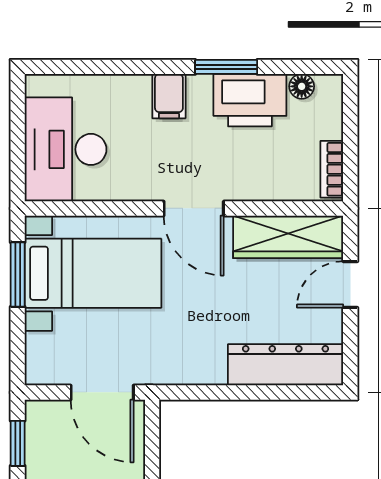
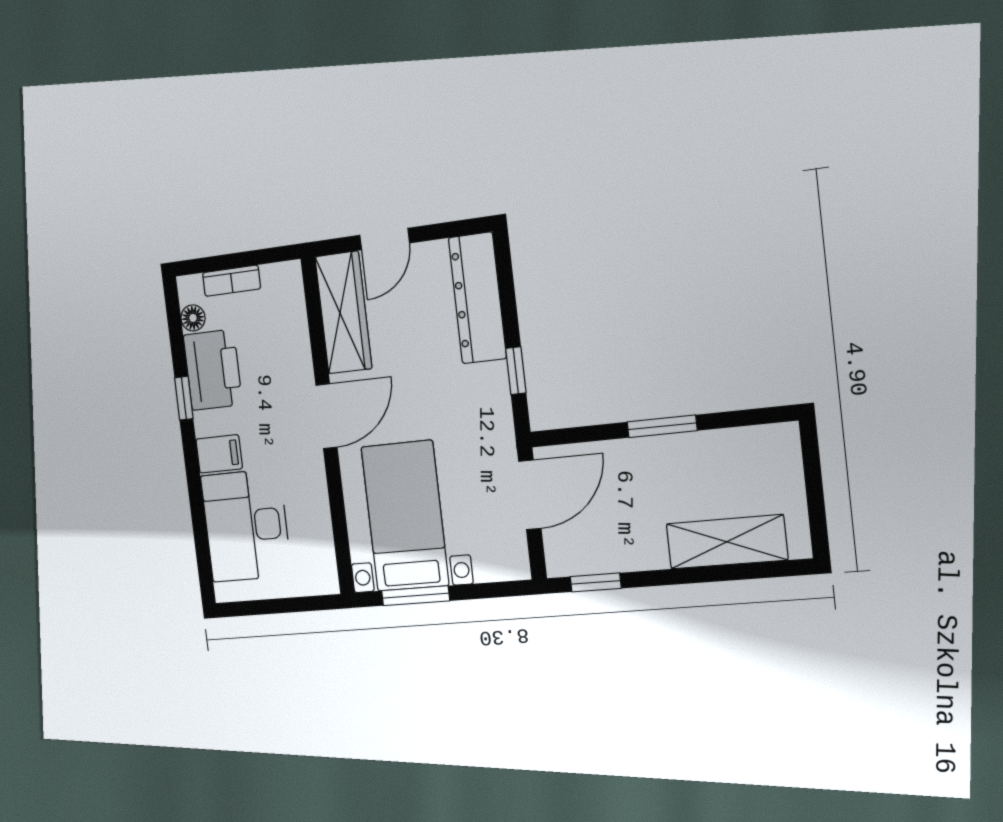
window: (226, 67) -> (184, 398), width x0.67
desk: (66, 149) -> (246, 526), moved, turned 90
bookcase: (332, 169) -> (231, 281), moved
door: (350, 284) -> (385, 239), hinge flipped
window: (216, 392) -> (516, 371), added

